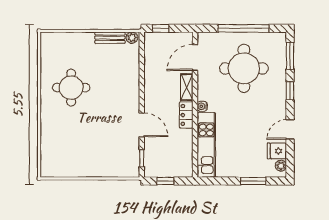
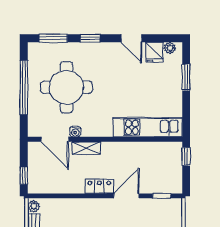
water cooler: (202, 106) -> (75, 132), moved
locker: (186, 115) -> (99, 186), moved, turned 180
window: (165, 181) -> (186, 157), moved

